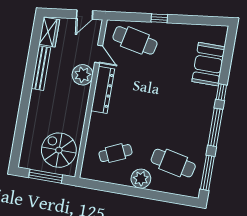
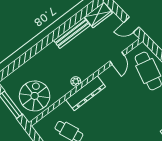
plant: (83, 75) -> (76, 81), moved, width x0.53, depth x0.53
dresser: (103, 90) -> (86, 93), moved

